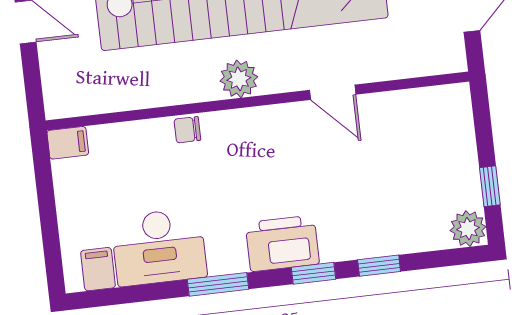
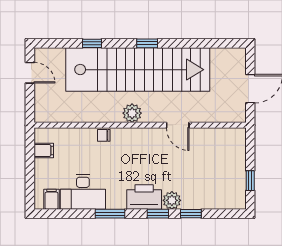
filing cabinet: (68, 143) -> (44, 151), moved
plant: (468, 229) -> (172, 200), moved

